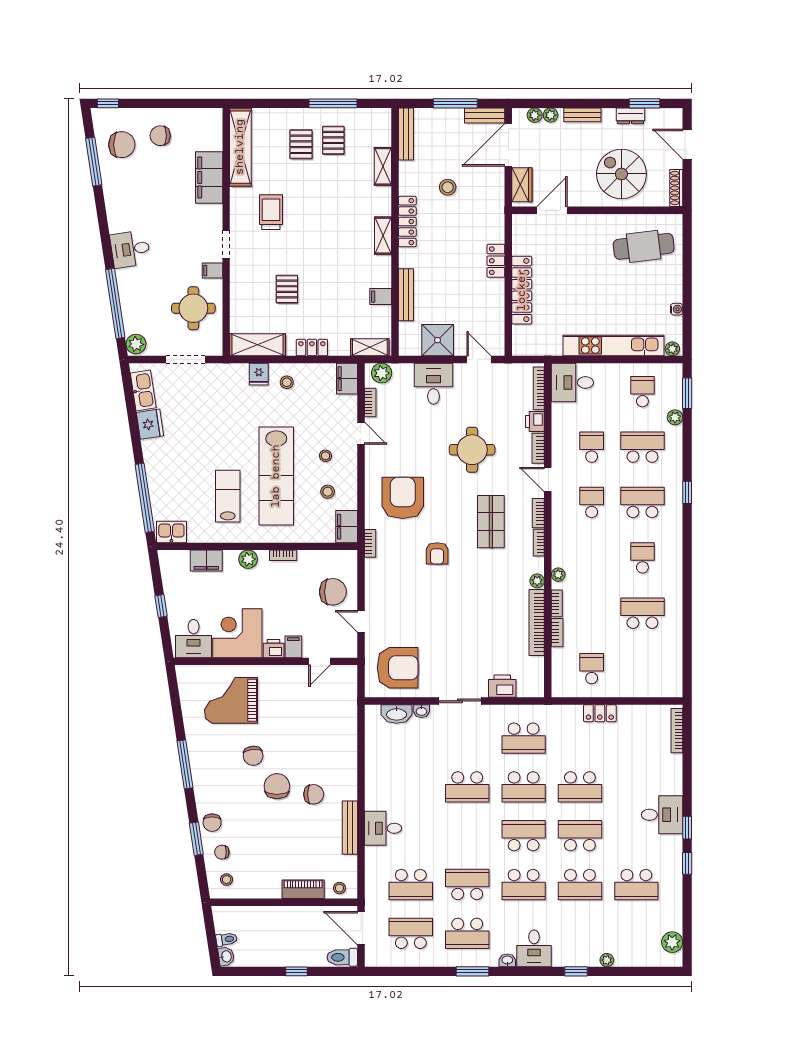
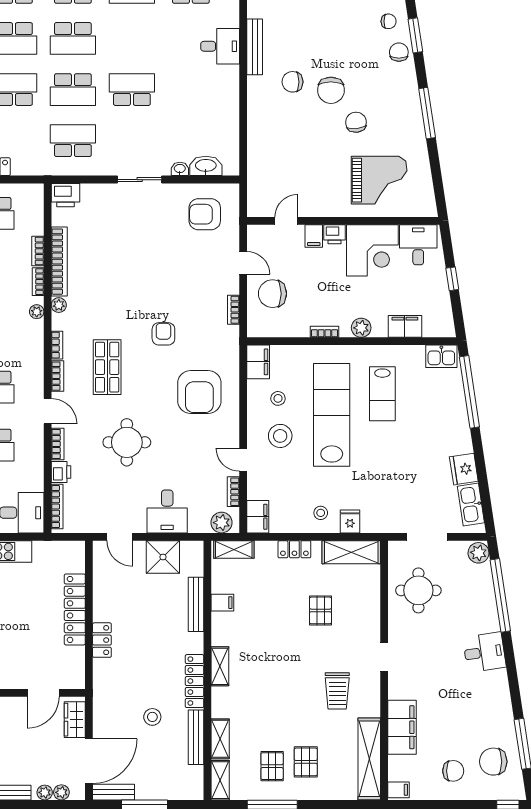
shelving: (383, 127) -> (220, 780), added
bench: (406, 134) -> (196, 737), moved
filing cabinet: (212, 270) -> (398, 790), moved
stool: (325, 456) -> (280, 436), width x1.89, depth x1.89
bookcase: (370, 543) -> (233, 310), moved
armchair: (398, 668) -> (205, 214), width x0.73, depth x0.73
printer: (502, 686) -> (66, 195), moved
school desk: (524, 787) -> (73, 90), turned 180

